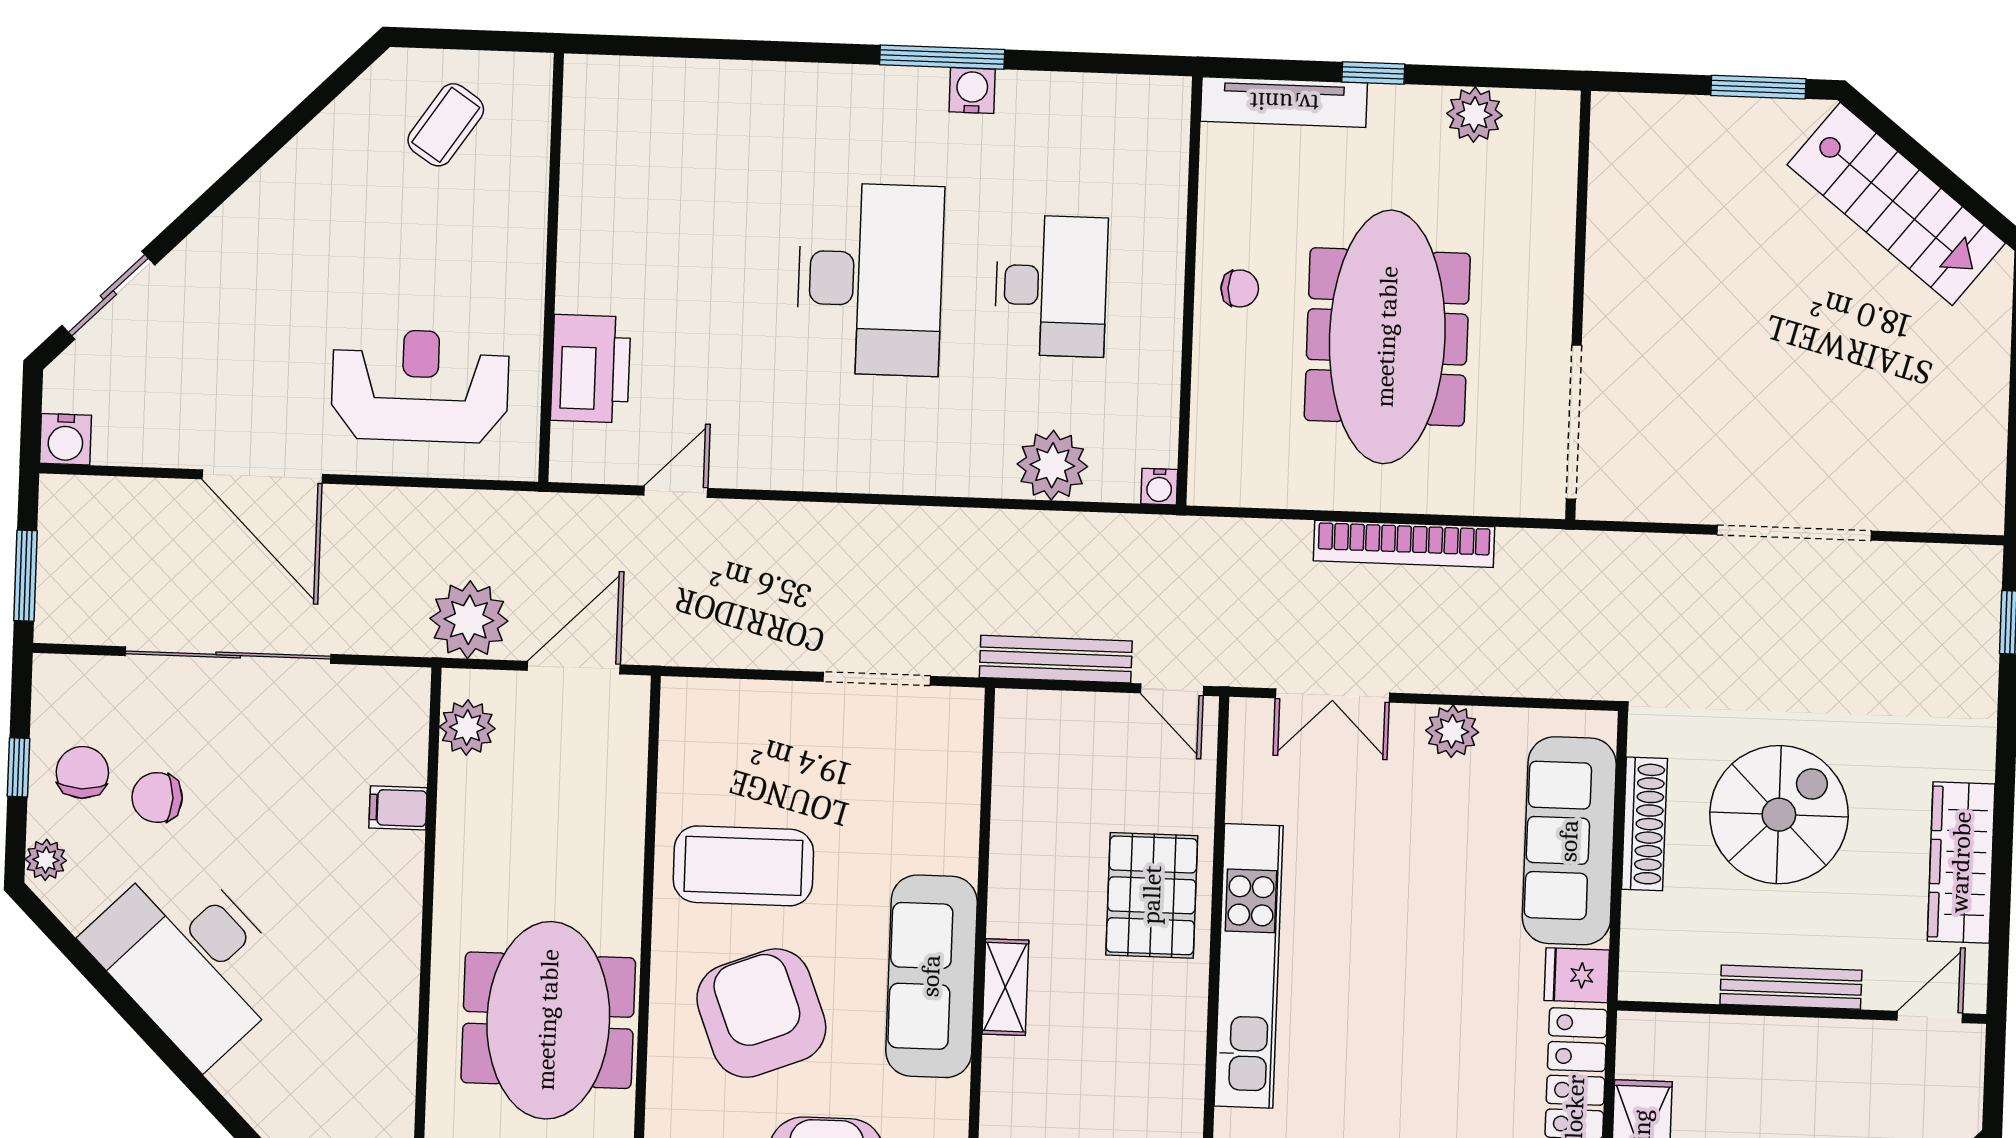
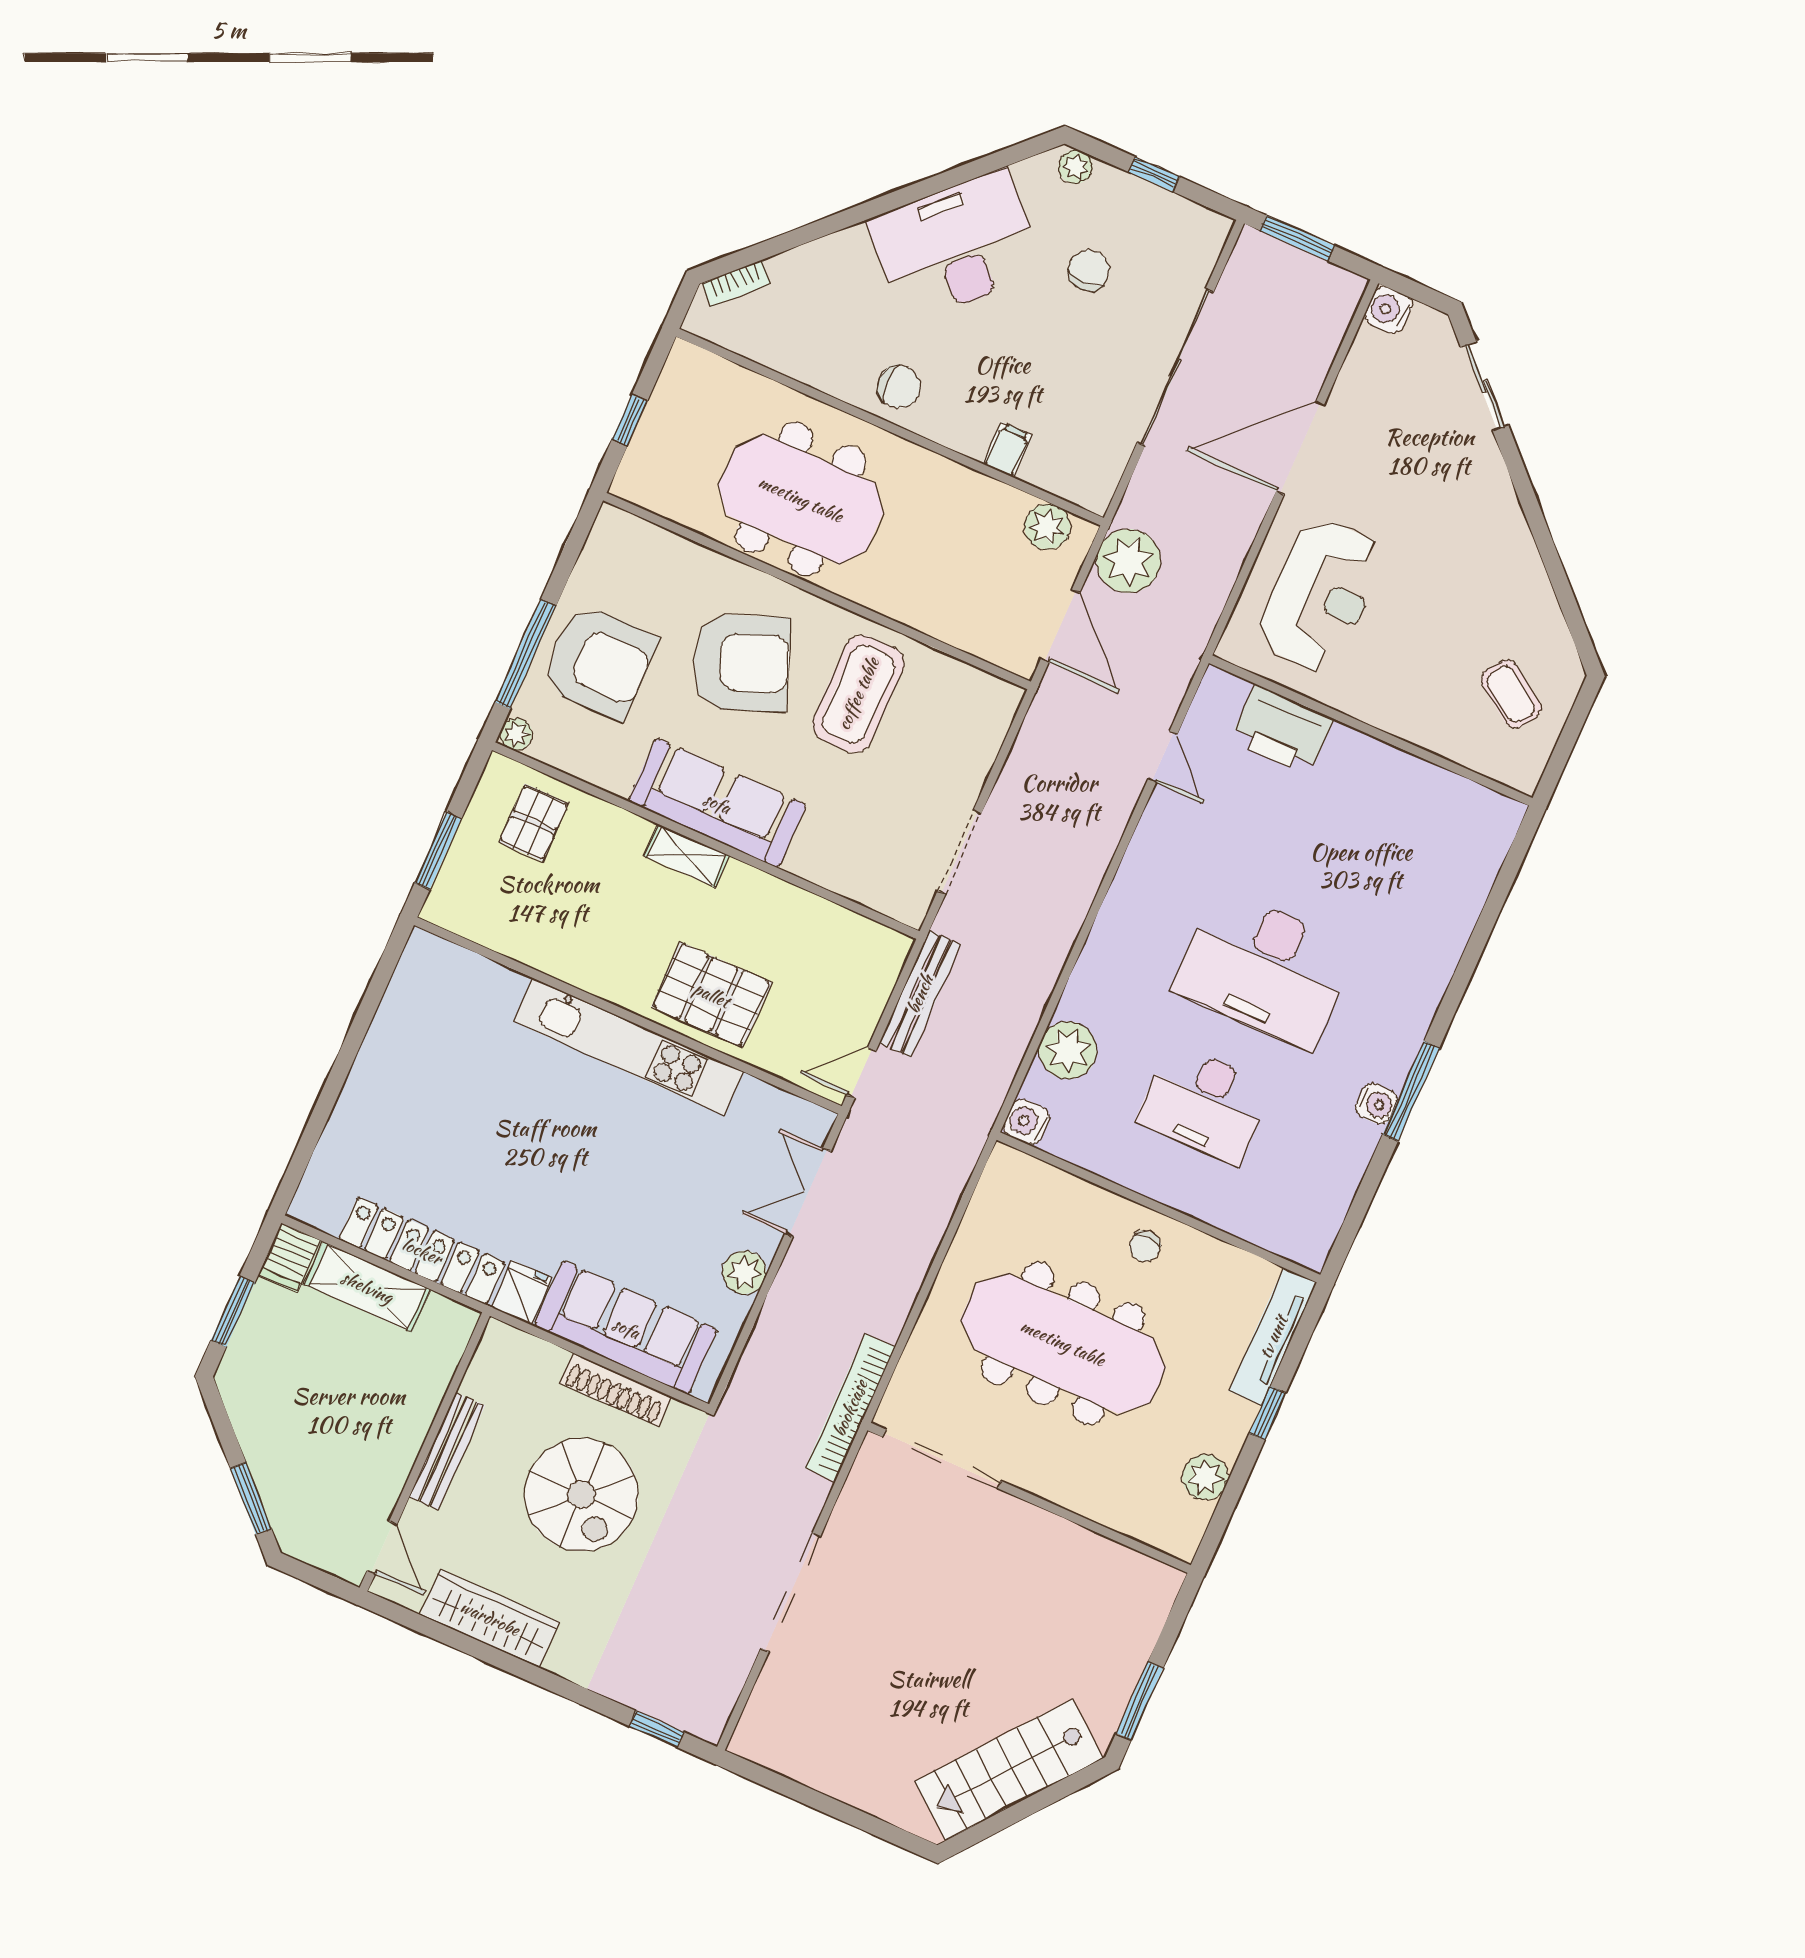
water cooler: (1159, 487) -> (1026, 1122), width x1.38, depth x1.38
bookcase: (1404, 544) -> (850, 1408), moved
chair: (82, 772) -> (899, 387), moved

